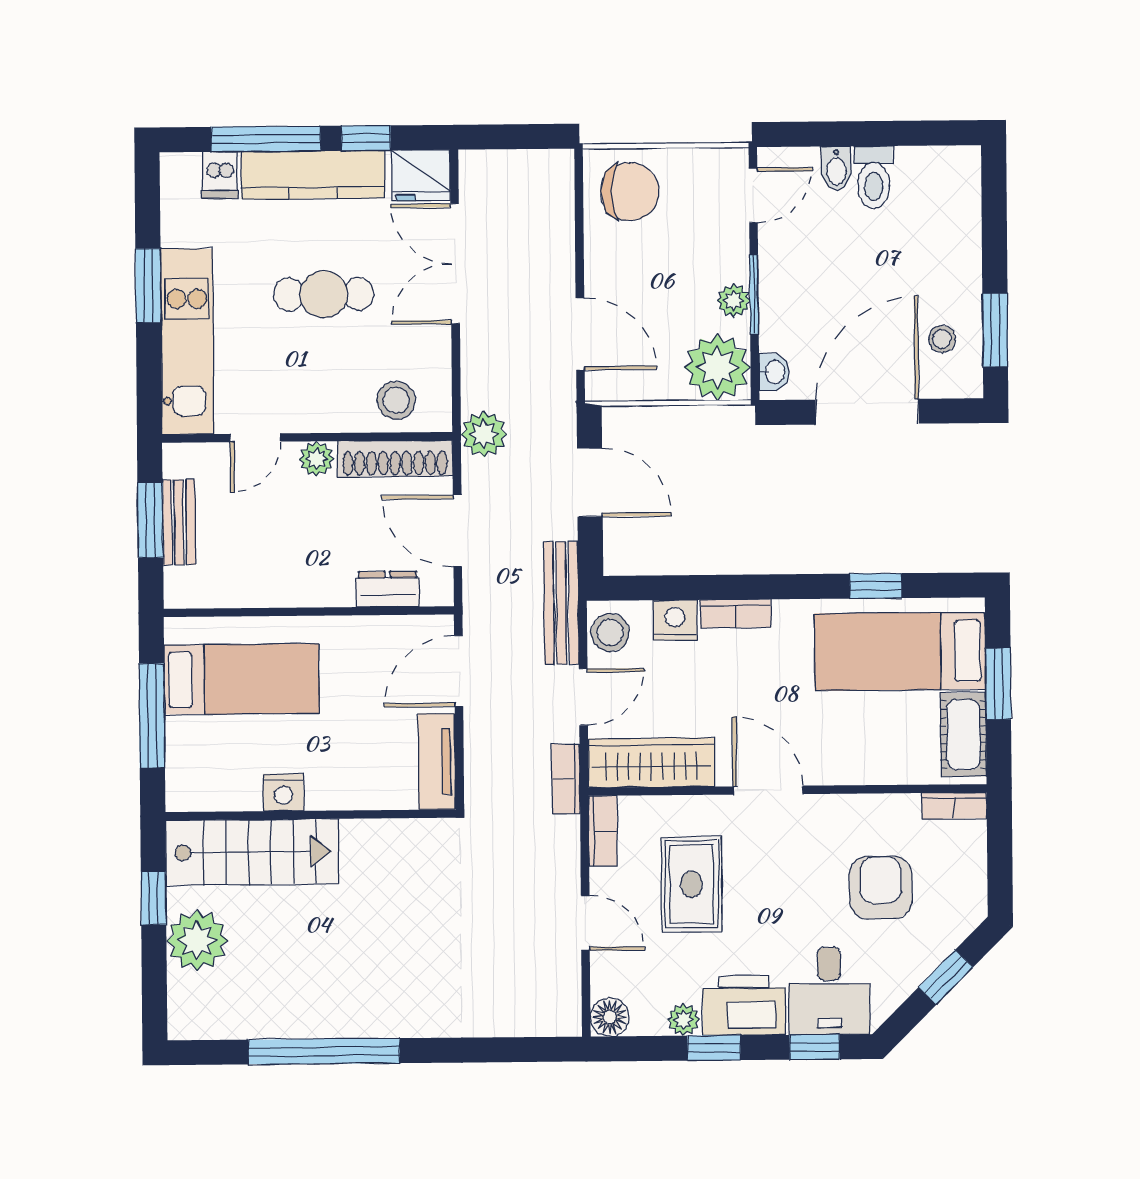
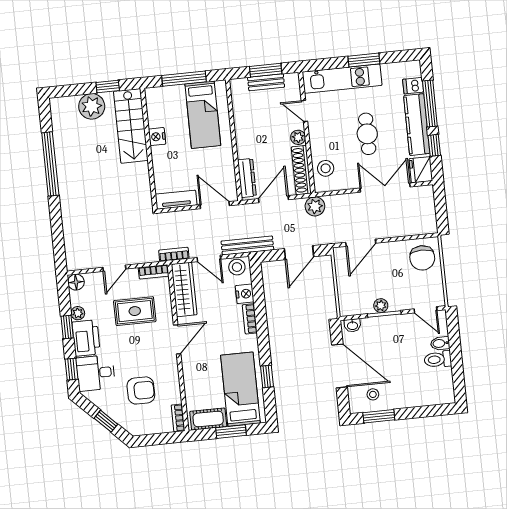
plant: (717, 367) -> (352, 301), removed
dresser: (388, 589) -> (247, 178), width x1.44

